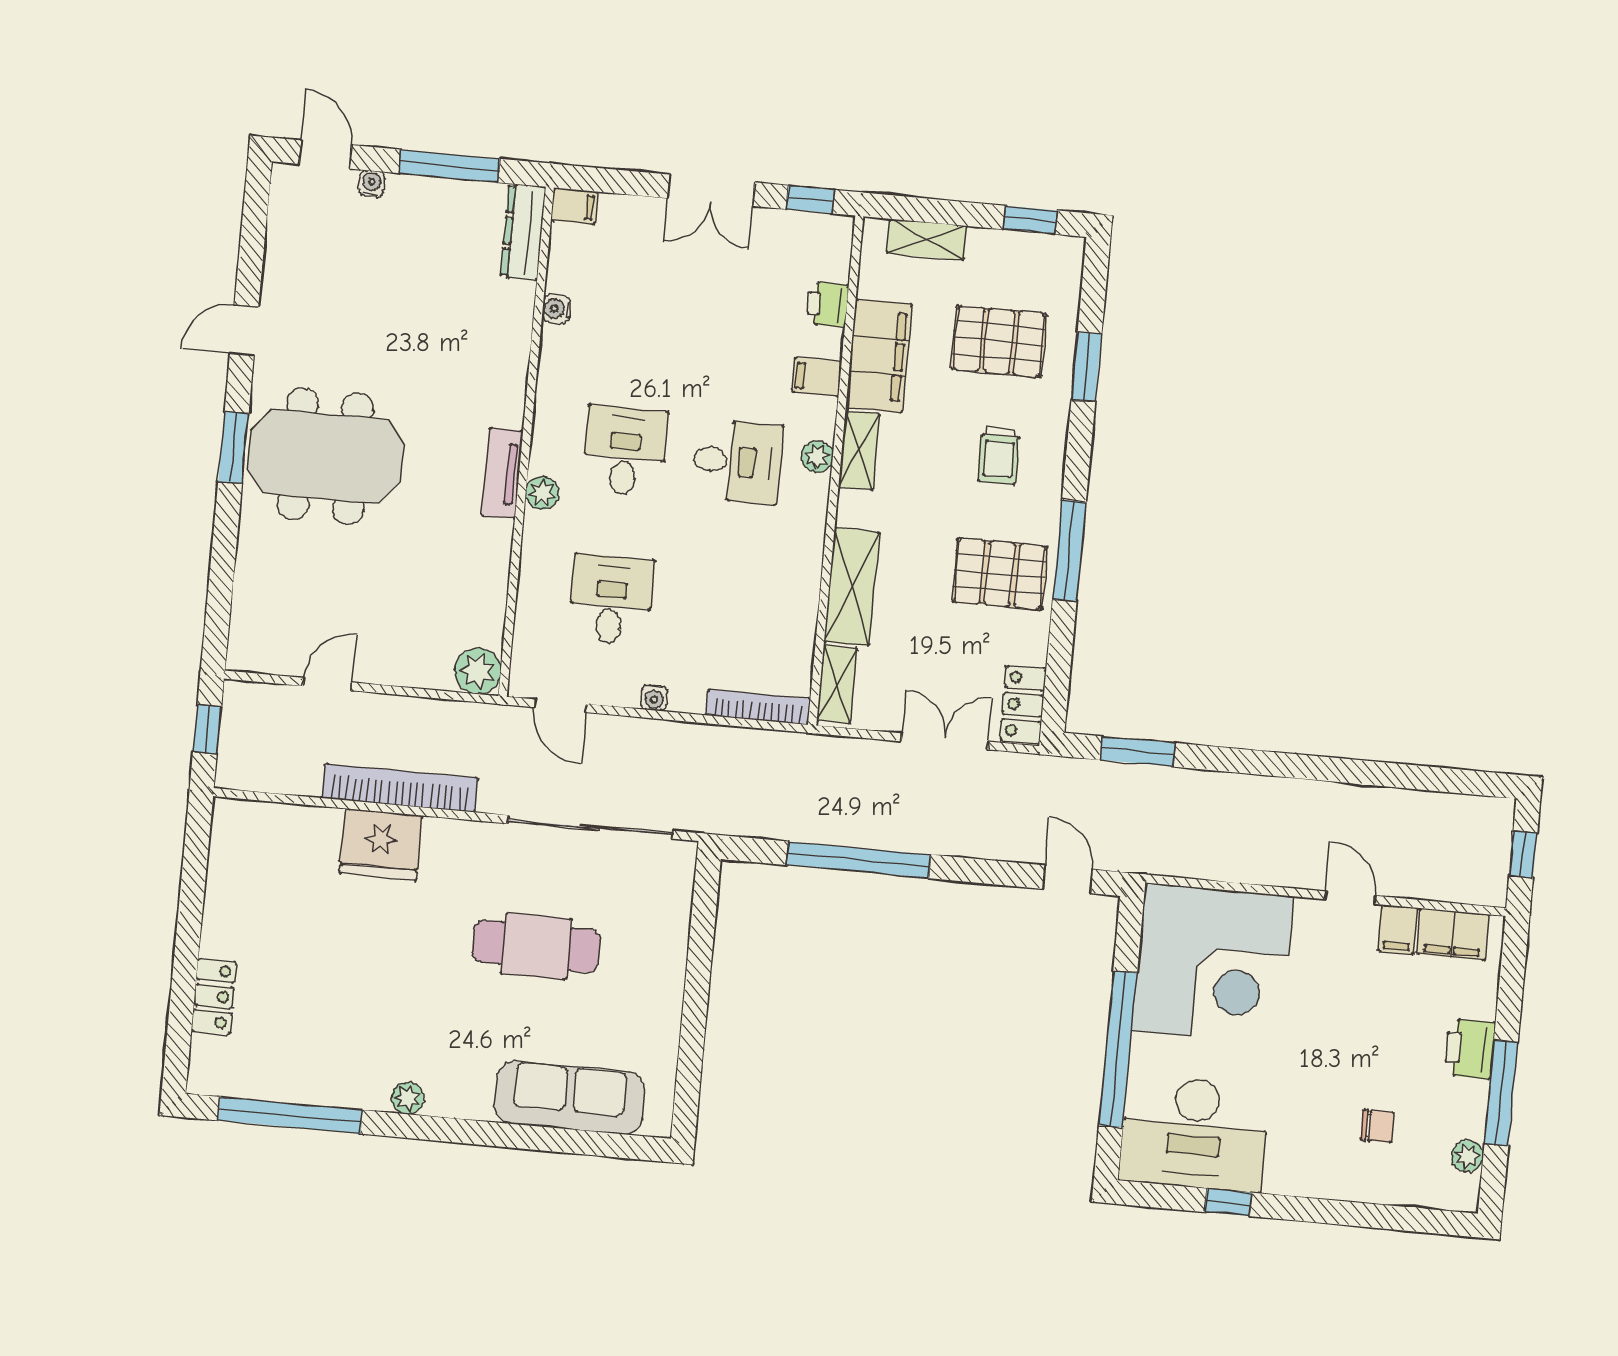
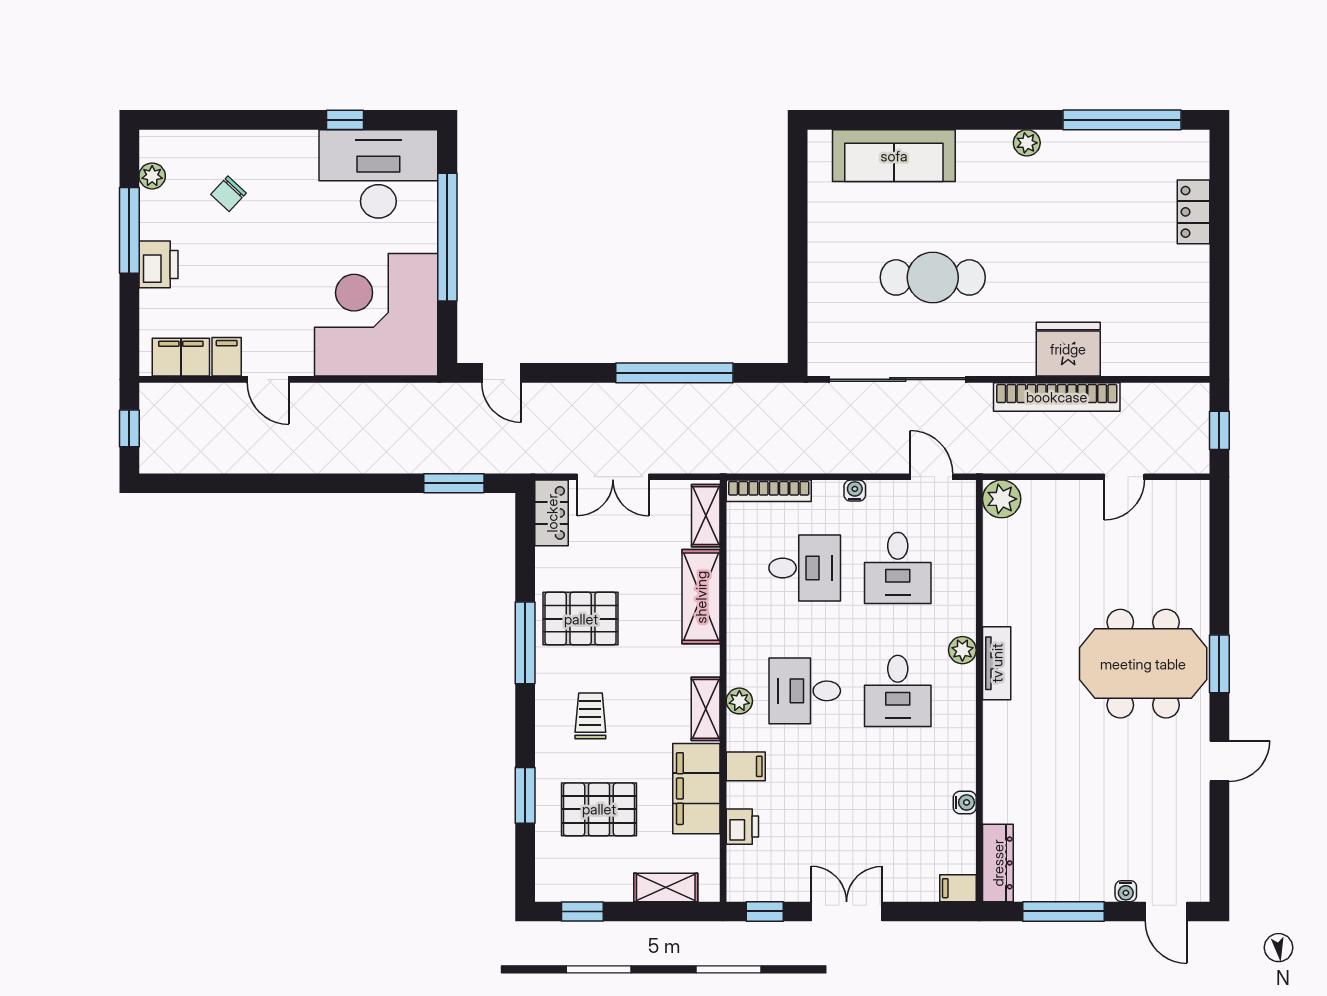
desk: (723, 610) -> (805, 568), added
chair: (1377, 1126) -> (228, 194), turned -47

